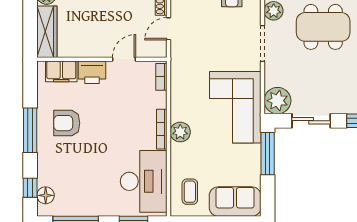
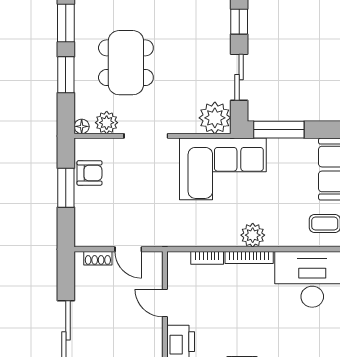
bookcase: (161, 77) -> (207, 258), moved

